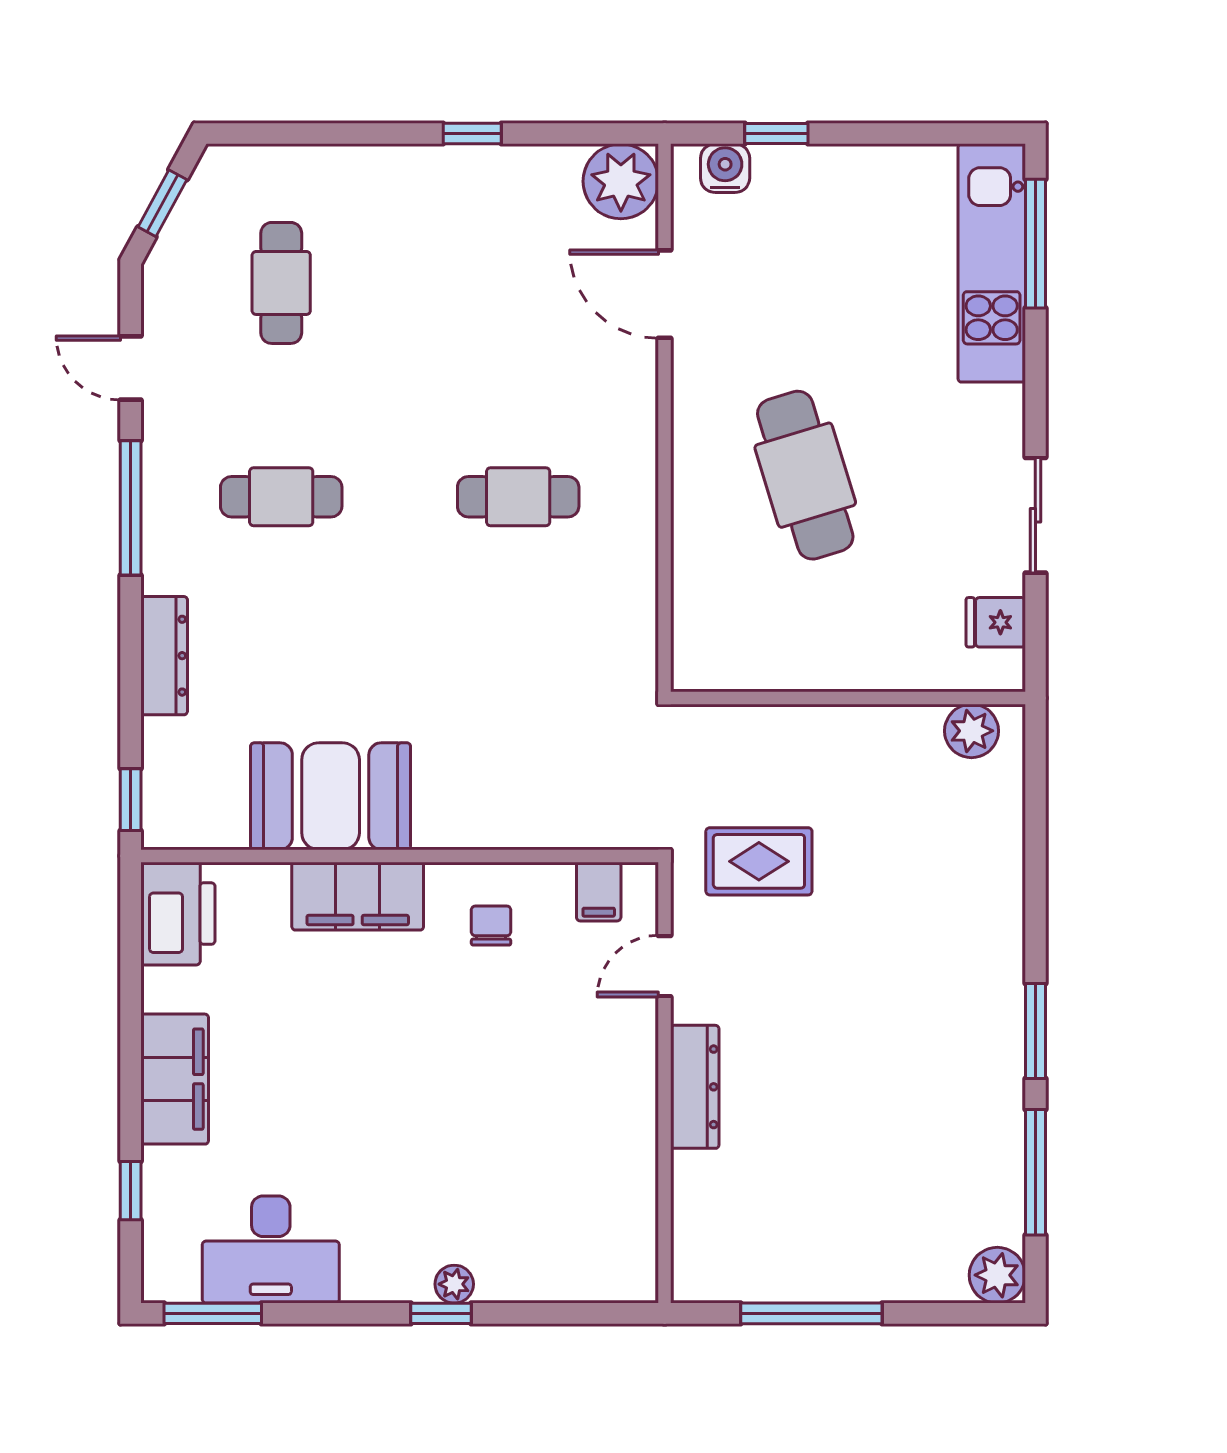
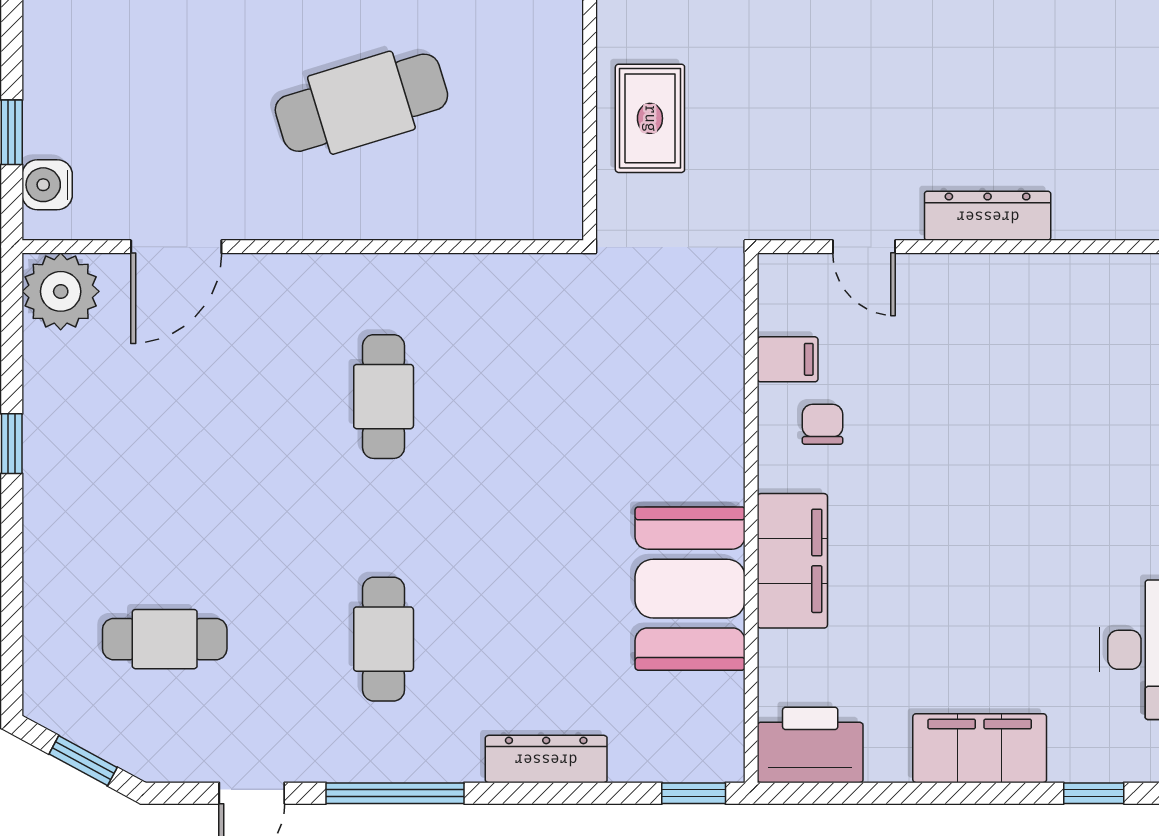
rug: (759, 861) -> (650, 118), moved
filing cabinet: (599, 892) -> (788, 359), moved
chair: (491, 926) -> (823, 424), turned 90

